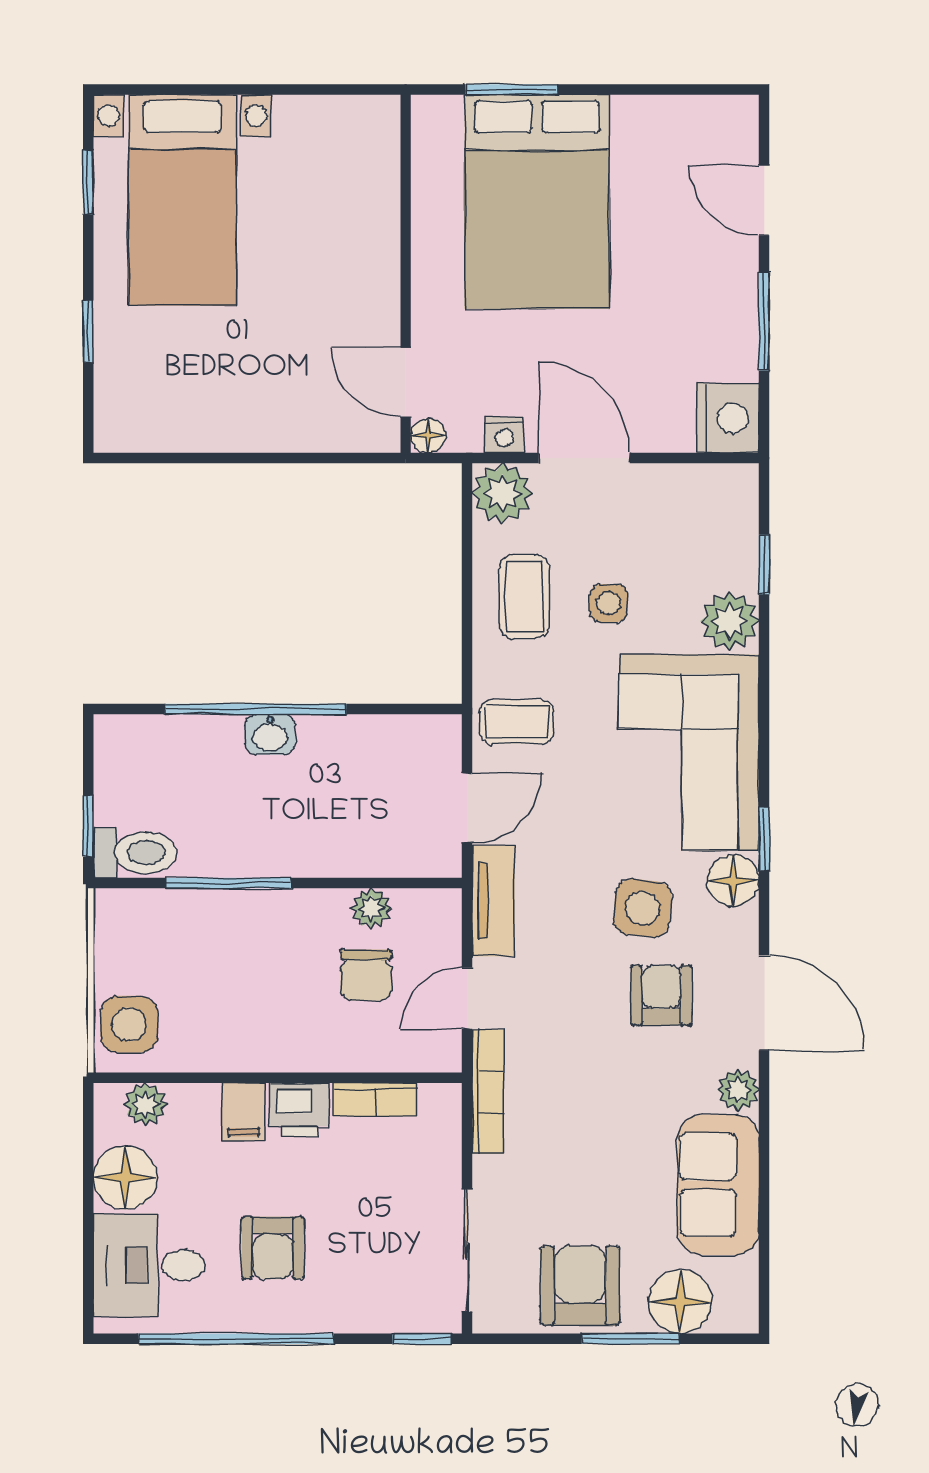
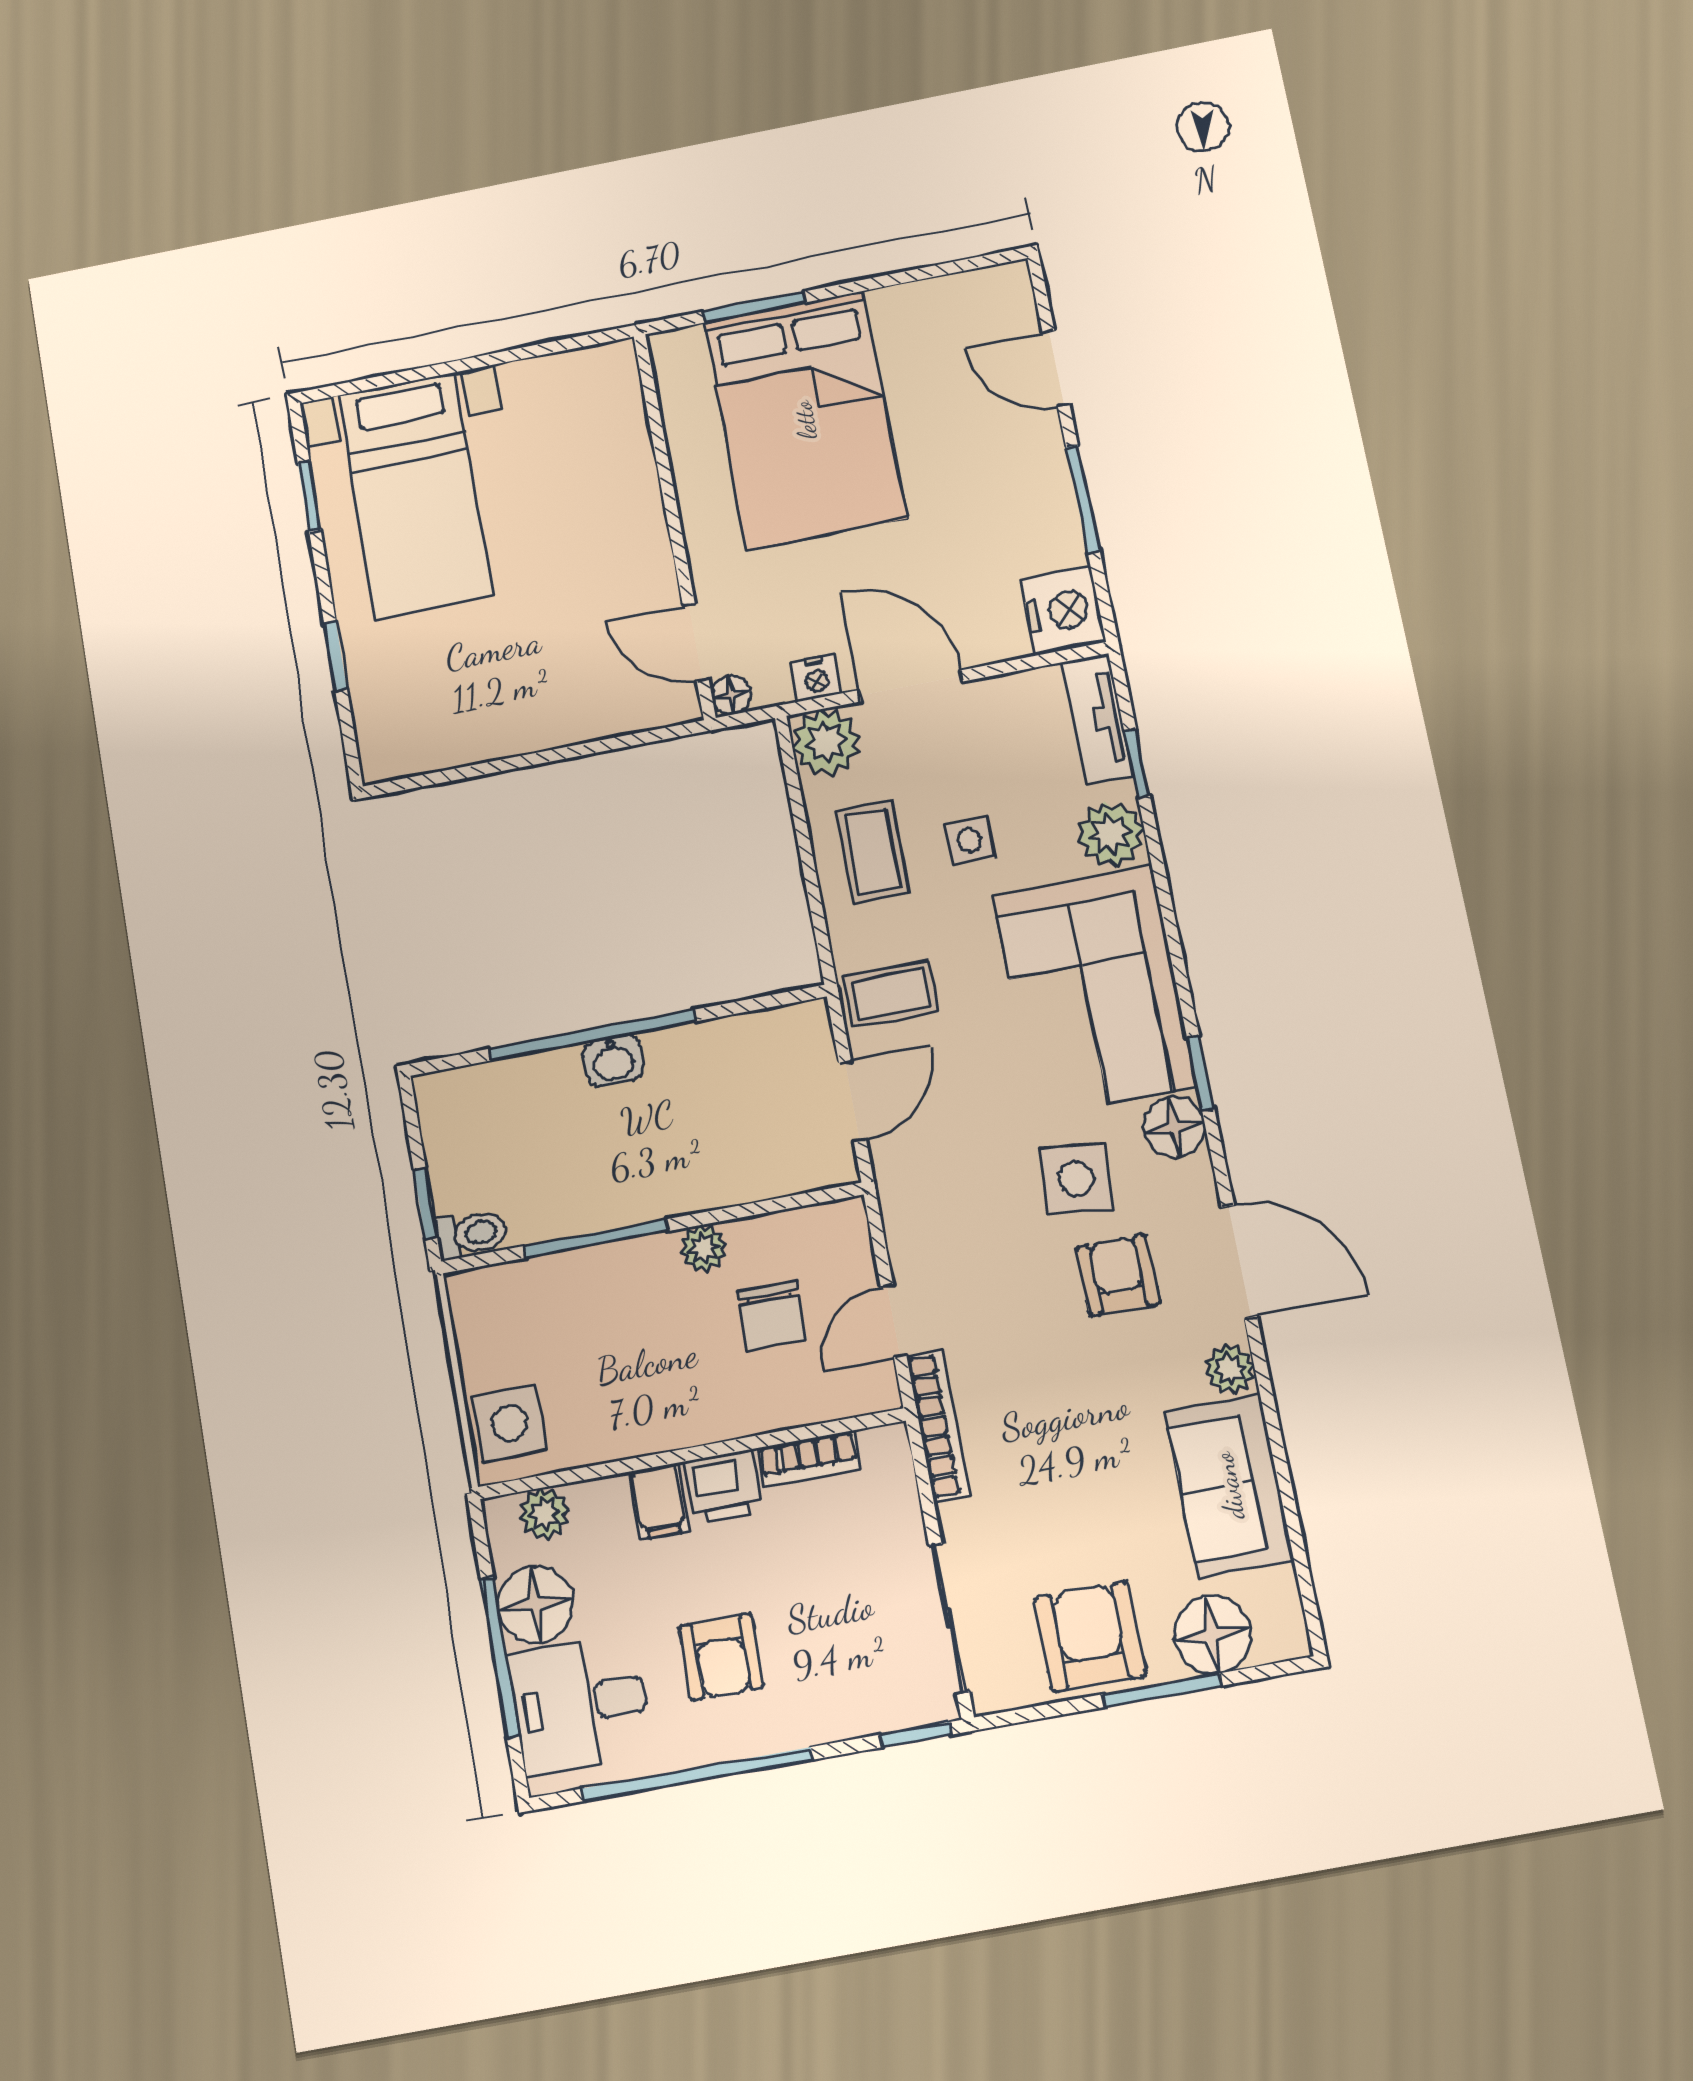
toilet: (135, 853) -> (471, 1234), width x0.73, depth x0.72
tv unit: (493, 901) -> (1097, 719), moved, turned 180
plant: (371, 908) -> (703, 1248), moved
window: (88, 1215) -> (500, 1657), added

